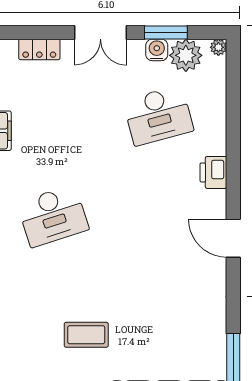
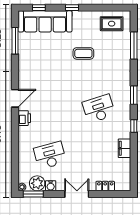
window: (166, 32) -> (33, 194), moved
printer: (213, 172) -> (24, 118), moved
door: (233, 238) -> (15, 98), hinge flipped

